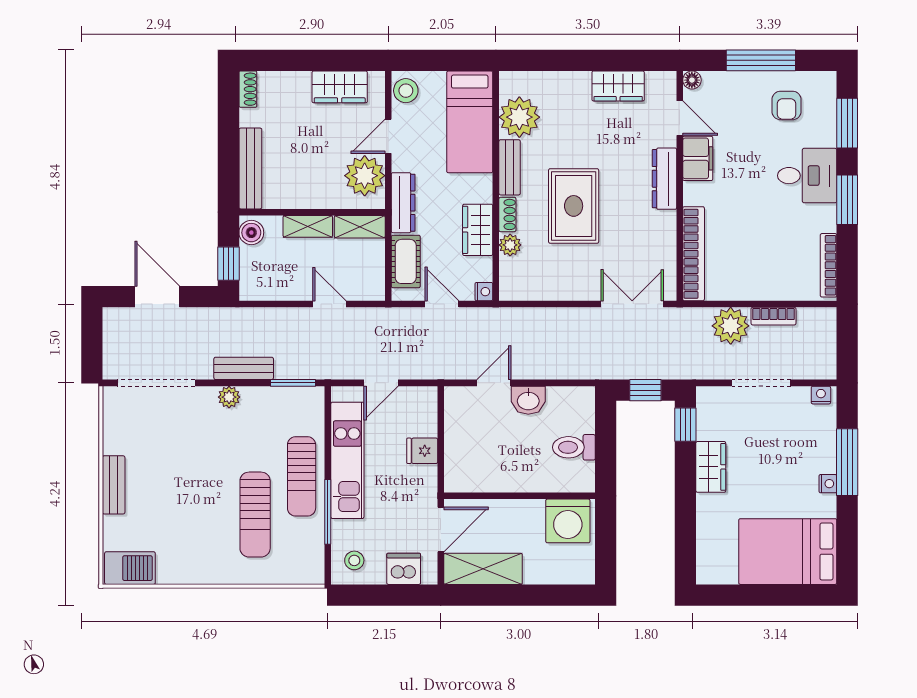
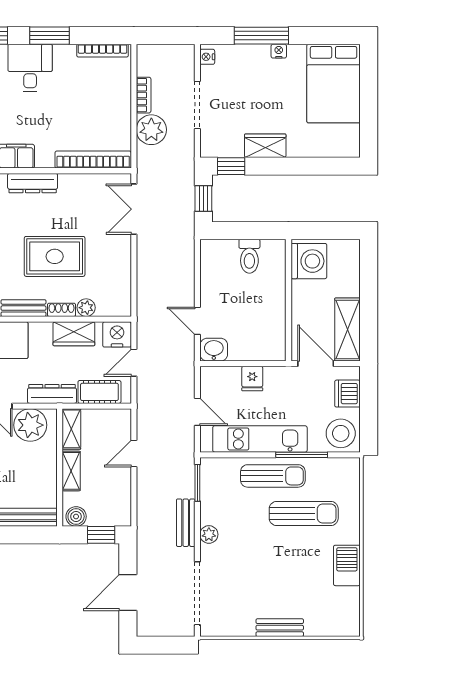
nightstand: (484, 292) -> (117, 334), width x1.89, depth x1.79
washbasin: (528, 400) -> (214, 350), moved, turned -90
stool: (354, 560) -> (341, 433), width x1.89, depth x1.89
barbecue: (130, 568) -> (347, 565), moved

